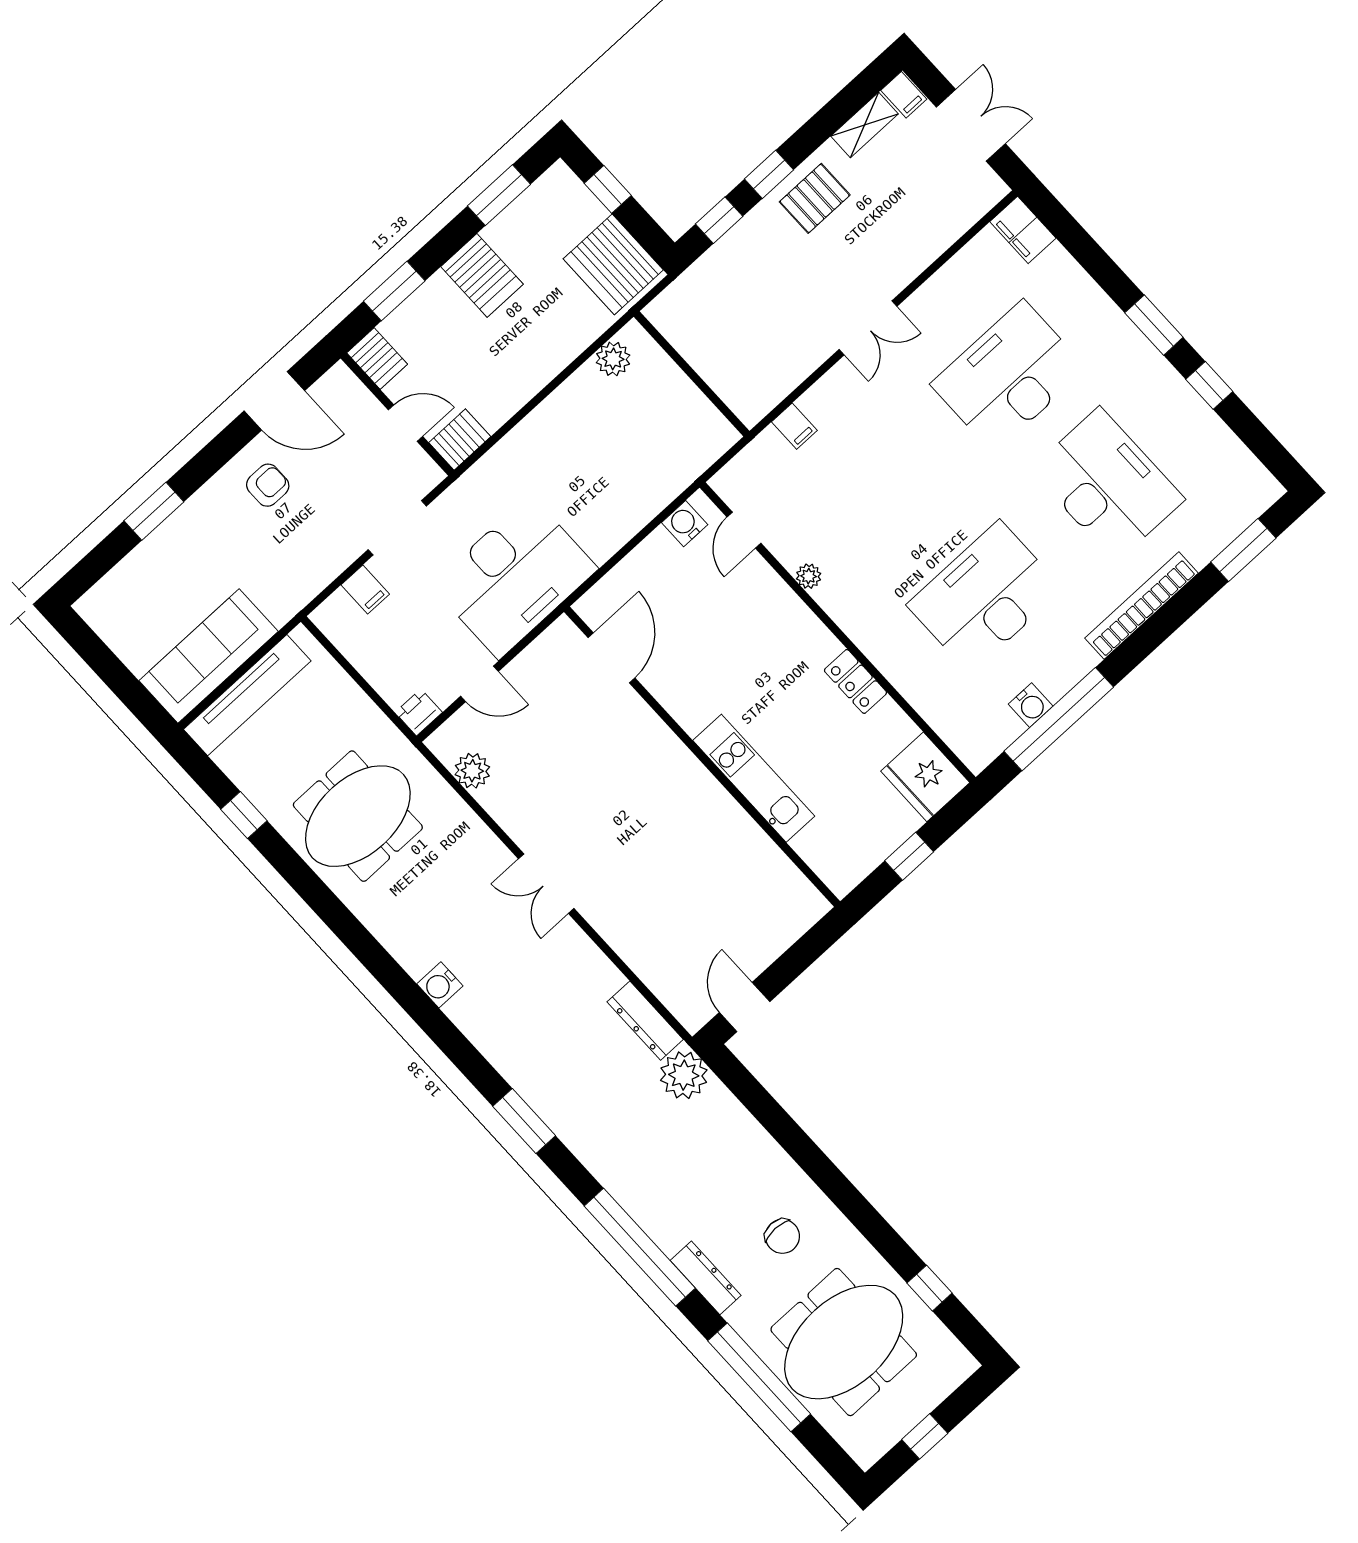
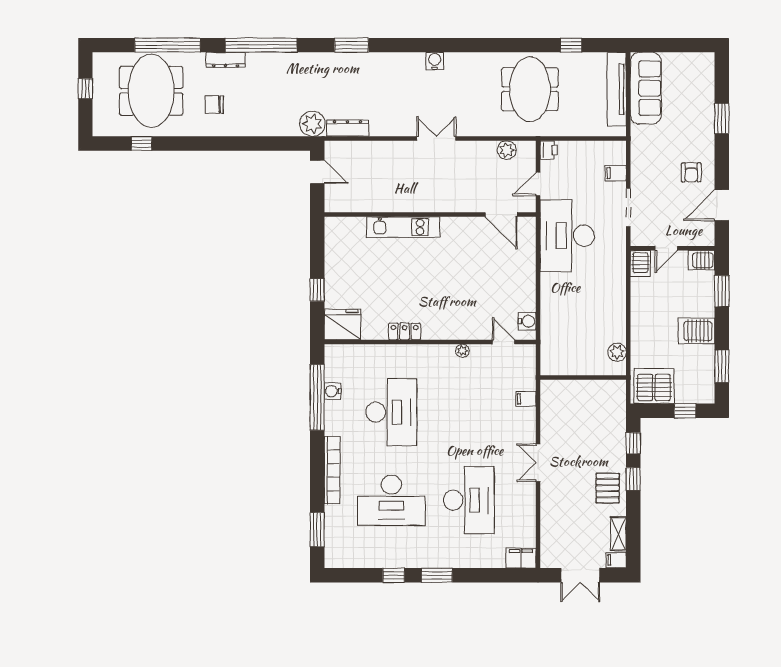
door: (611, 658) -> (501, 215), moved
wall: (702, 757) -> (430, 215), moved
kitchen unit: (754, 778) -> (403, 227), moved

